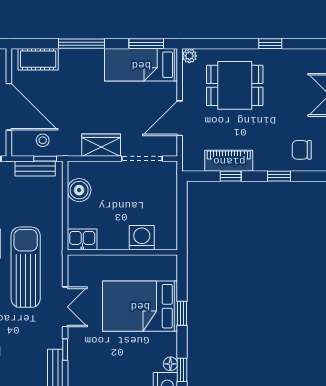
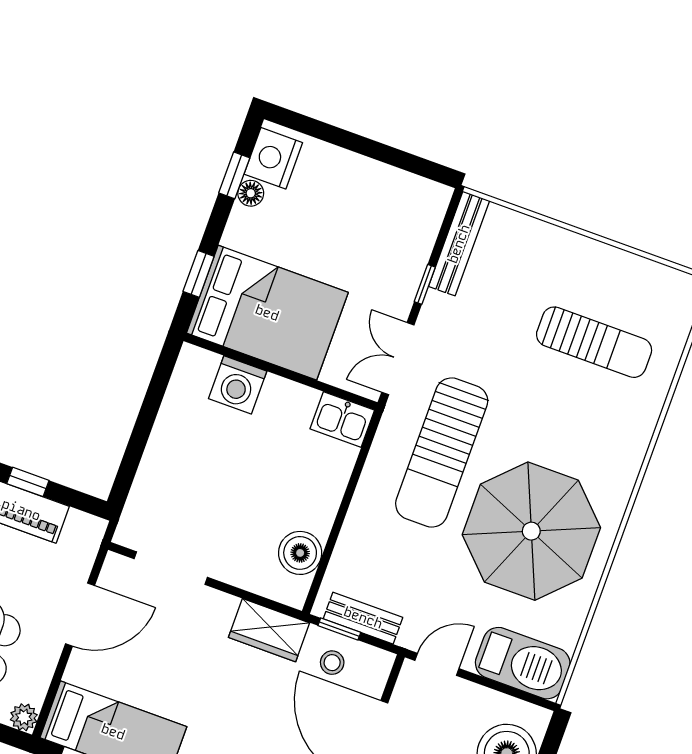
wardrobe: (101, 145) -> (269, 630), moved
washing machine: (142, 238) -> (238, 385), moved
kitchen sink: (82, 239) -> (342, 419), moved
wall: (122, 252) -> (281, 372), moved

